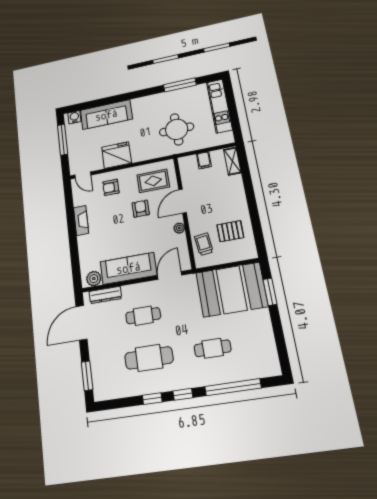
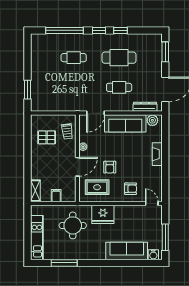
fridge: (117, 155) -> (103, 214), moved
fireplace: (81, 220) -> (157, 154), moved
booth: (232, 290) -> (53, 95), removed

